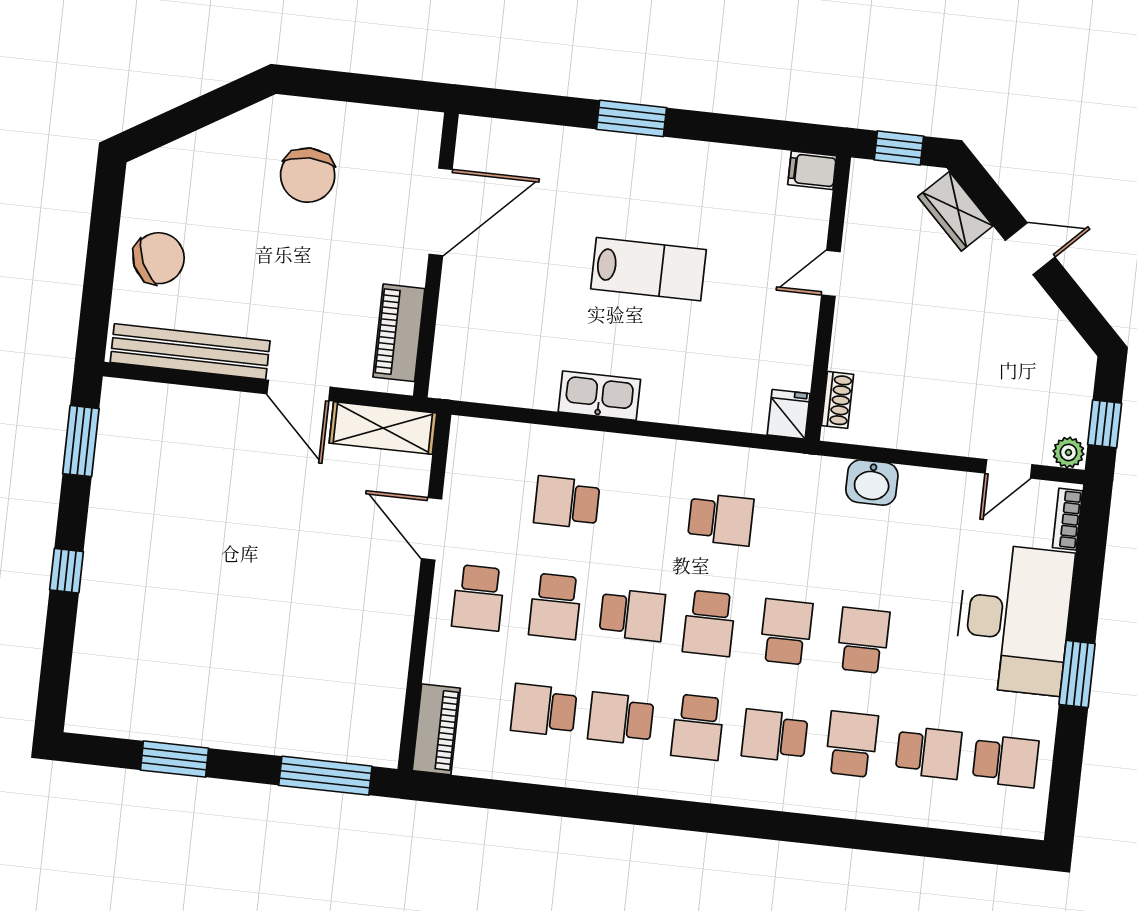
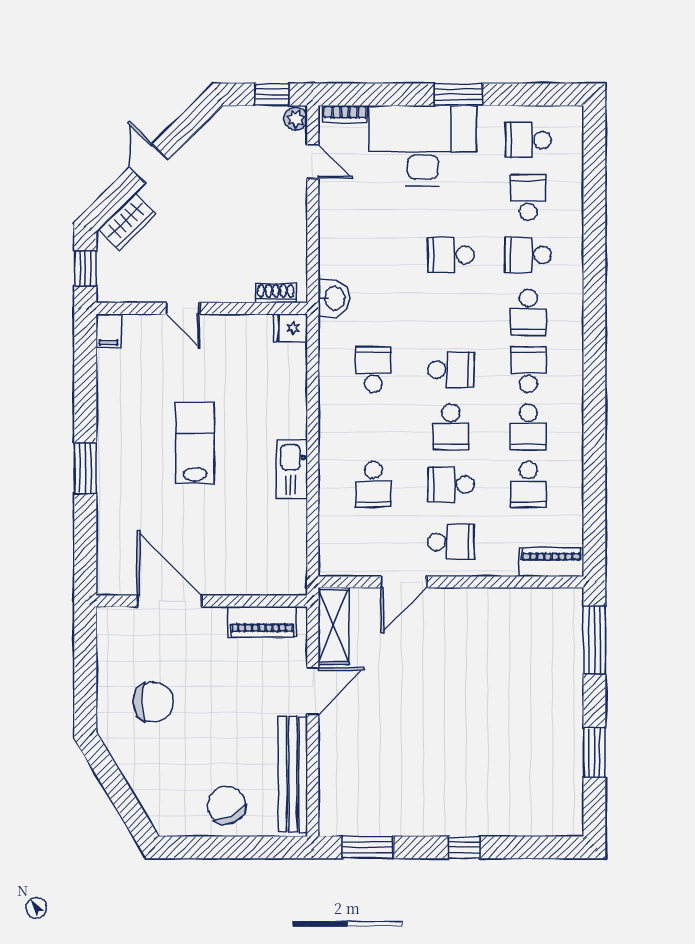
washbasin: (872, 483) -> (334, 298), moved
school desk: (555, 606) -> (451, 484), turned 180
school desk: (632, 615) -> (451, 427), turned 180
school desk: (786, 632) -> (451, 312), removed
school desk: (698, 727) -> (528, 370), turned -90
school desk: (1006, 761) -> (528, 140), turned -90

